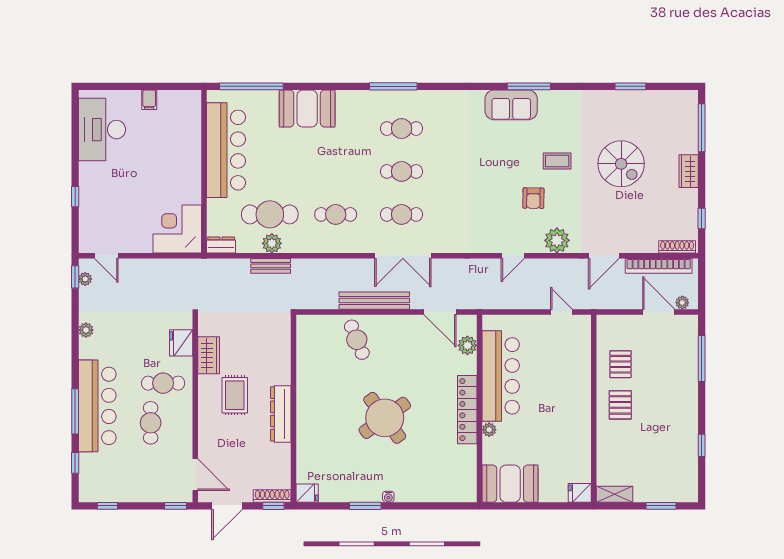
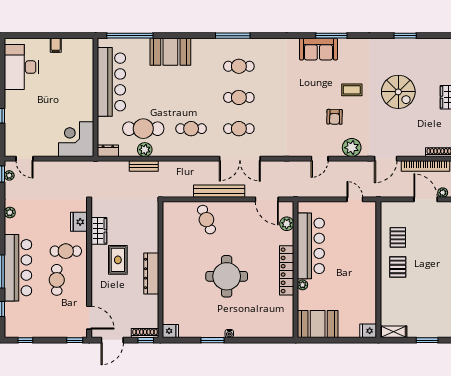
round table: (385, 418) -> (227, 276), turned 36

